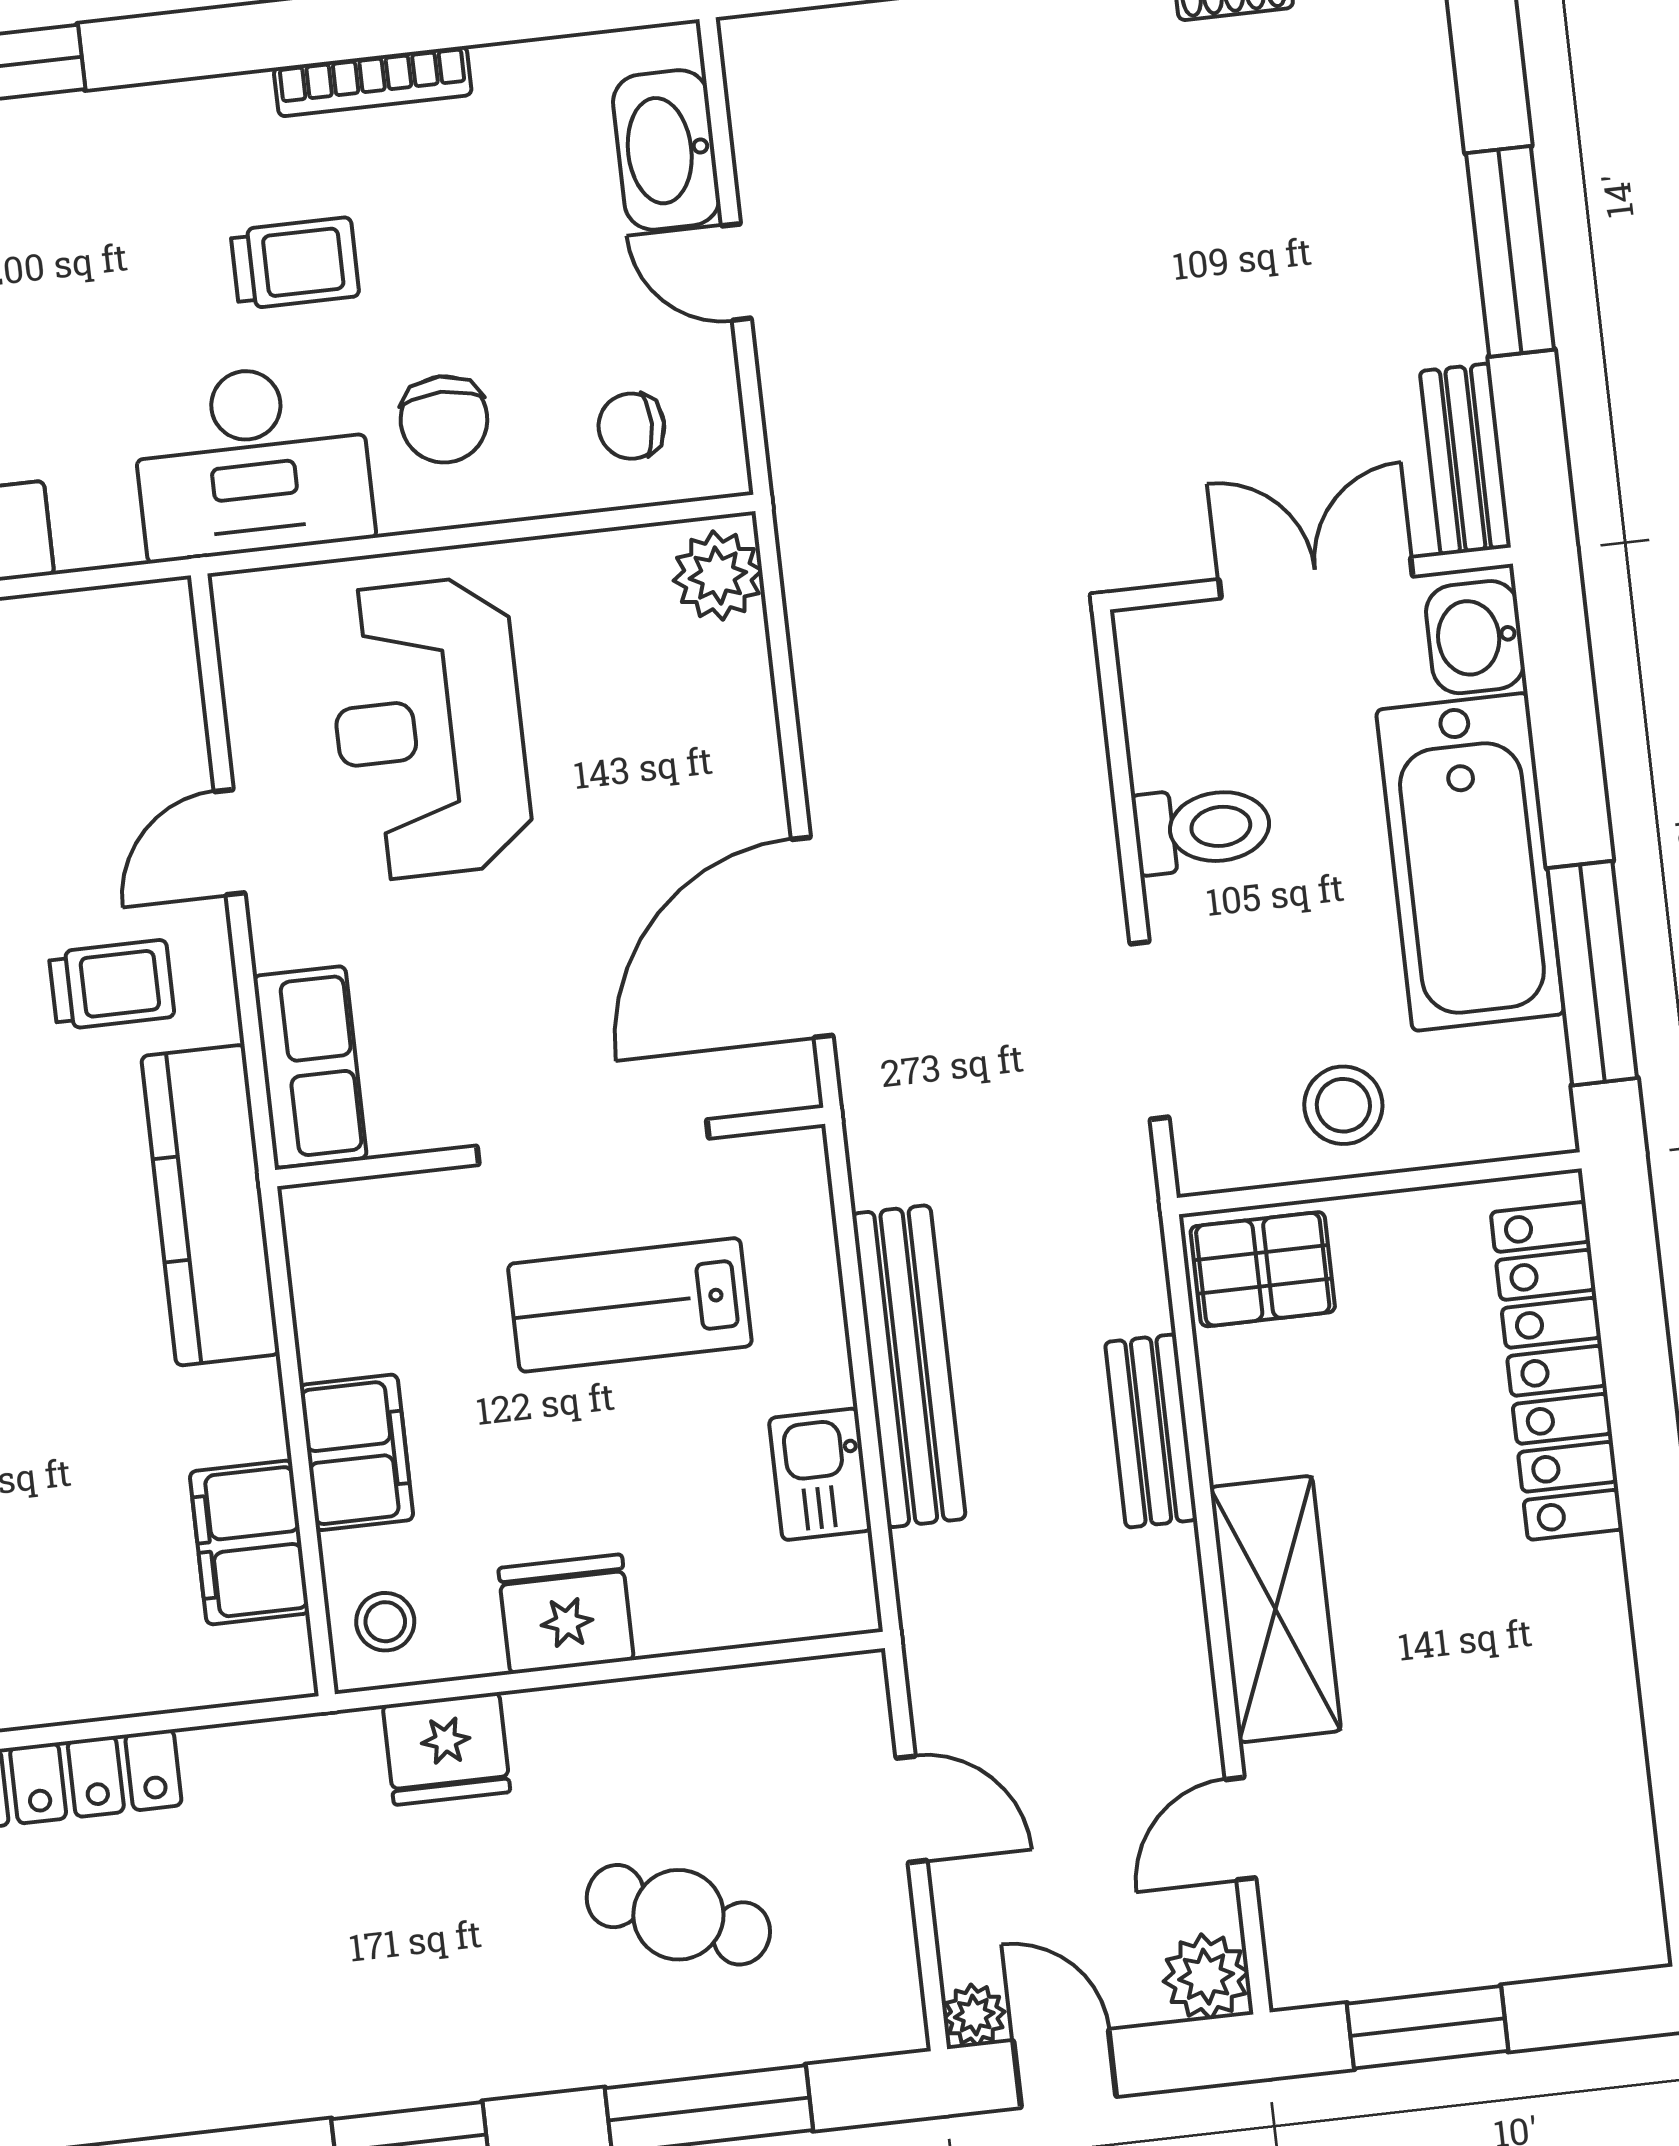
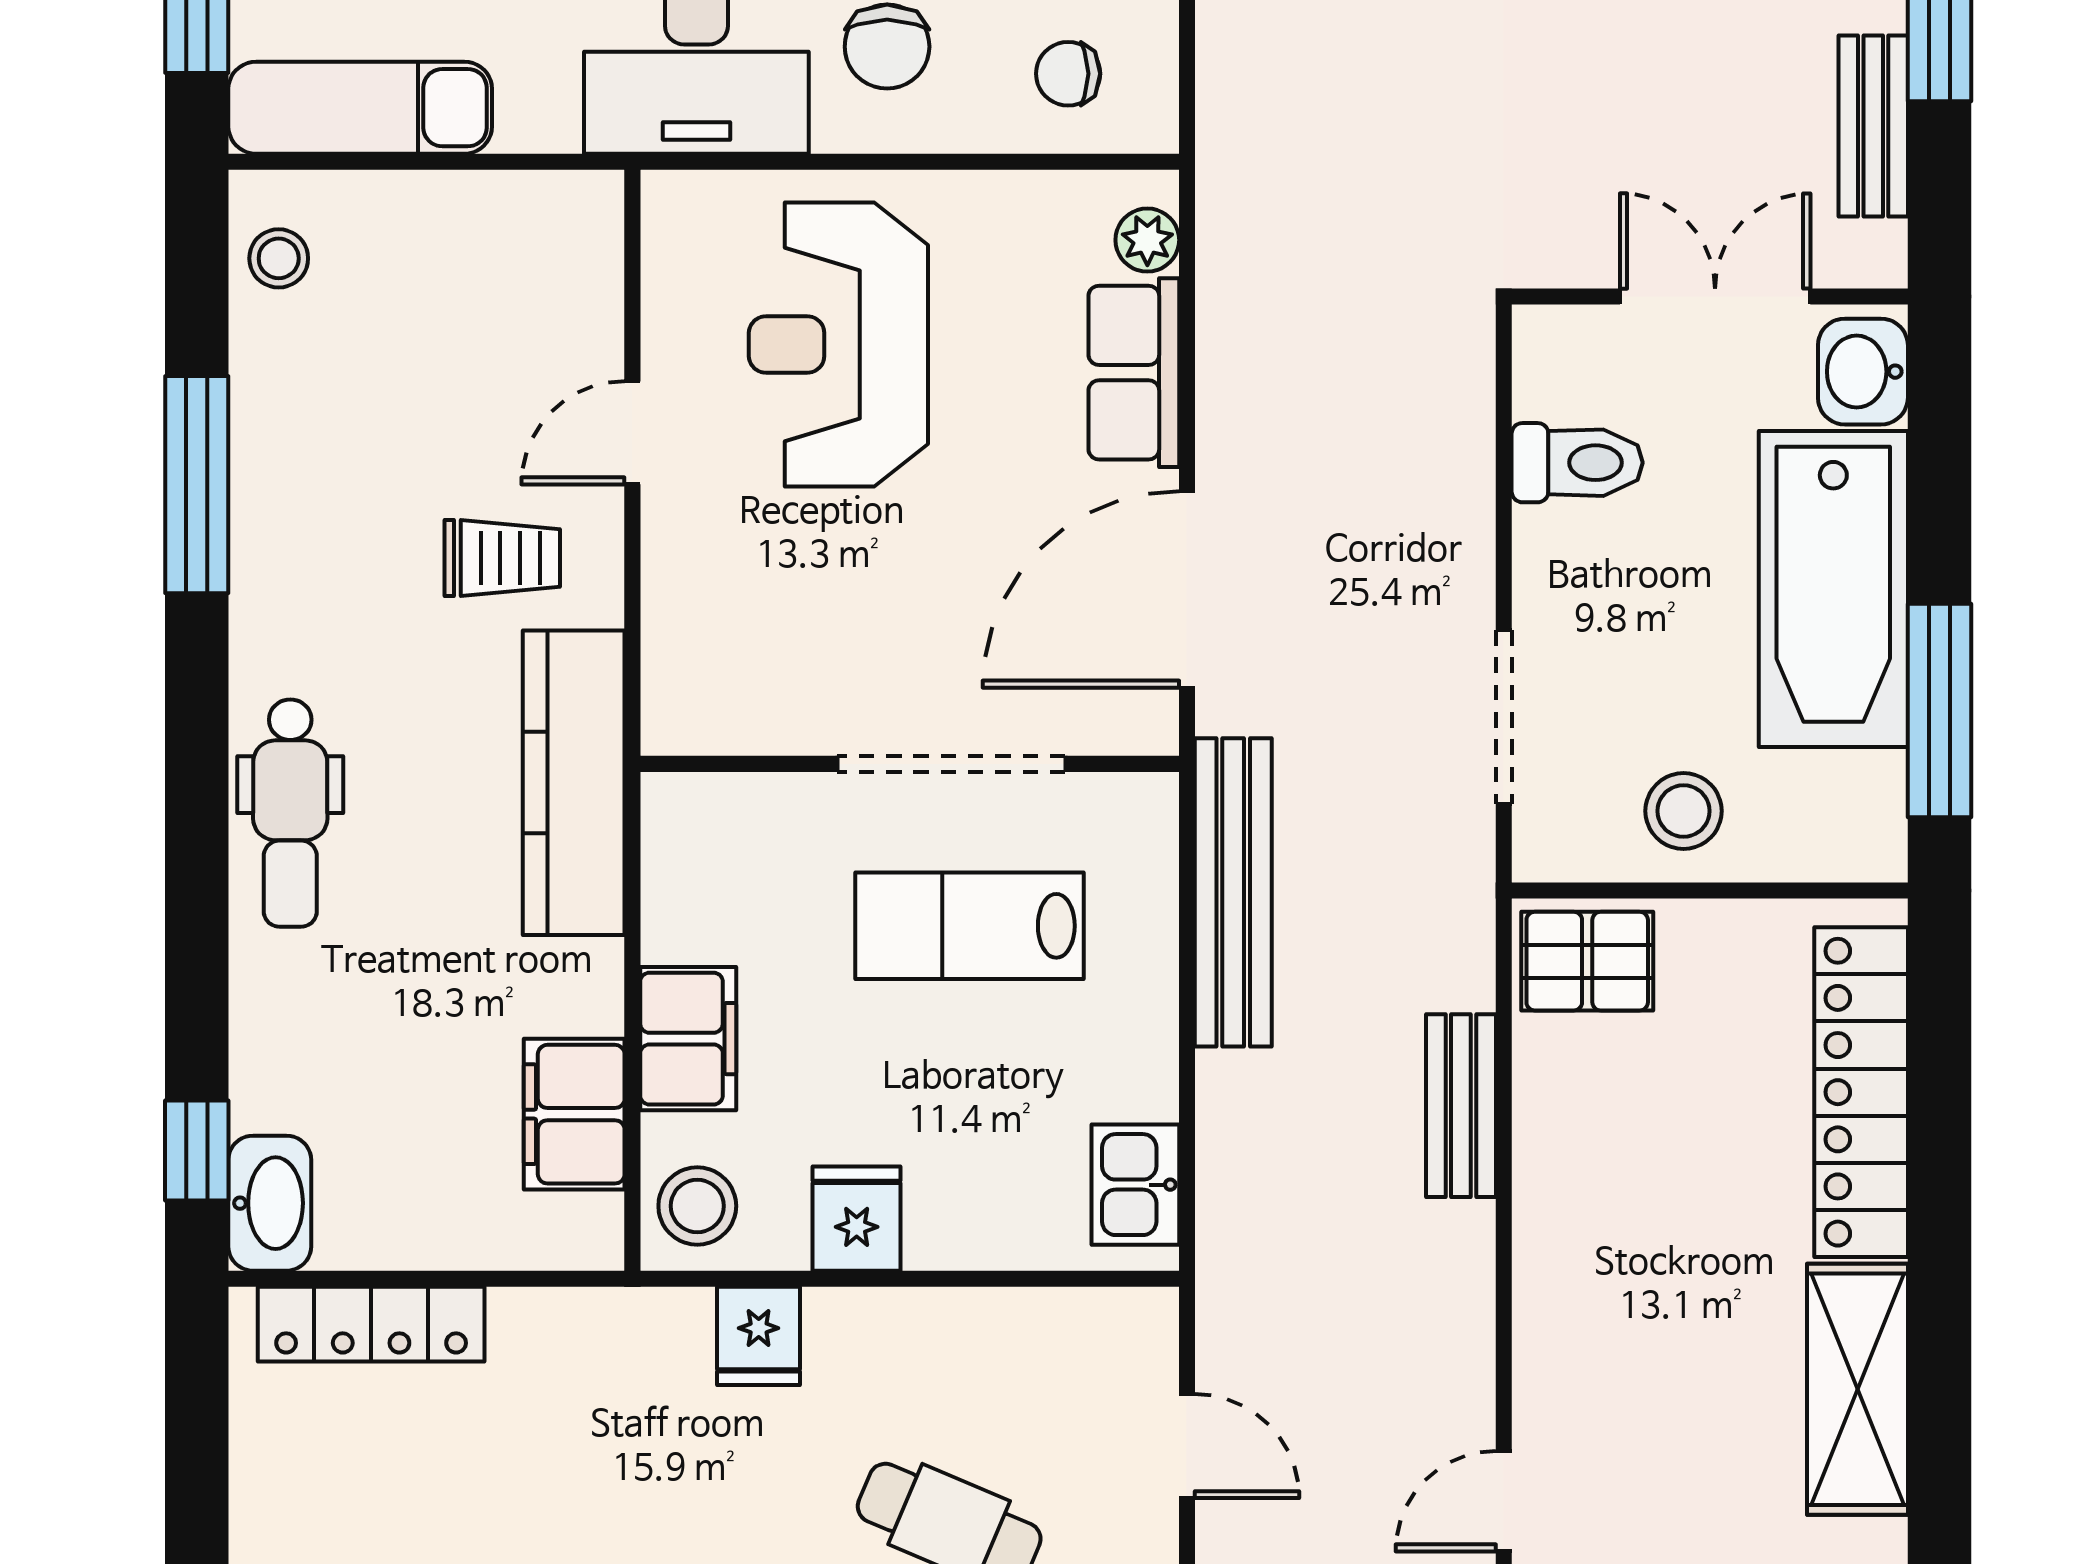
bench: (1465, 459) -> (1873, 126), moved
plant: (718, 575) -> (1147, 240), width x0.73, depth x0.73
toilet: (1202, 829) -> (1577, 463), moved
row of seats: (310, 1067) -> (1134, 373), moved, turned 180
bench: (909, 1366) -> (1233, 892), moved
kitchen sink: (820, 1474) -> (1135, 1185), moved
shelving: (1275, 1609) -> (1858, 1389), moved
fridge: (566, 1614) -> (857, 1219), width x0.72
stool: (385, 1622) -> (697, 1206), width x1.37, depth x1.37
fridge: (447, 1749) -> (759, 1336), width x0.72

